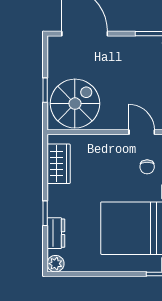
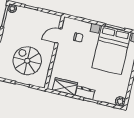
spiral stairs: (75, 104) -> (27, 61), moved
dresser: (56, 233) -> (85, 93), moved

